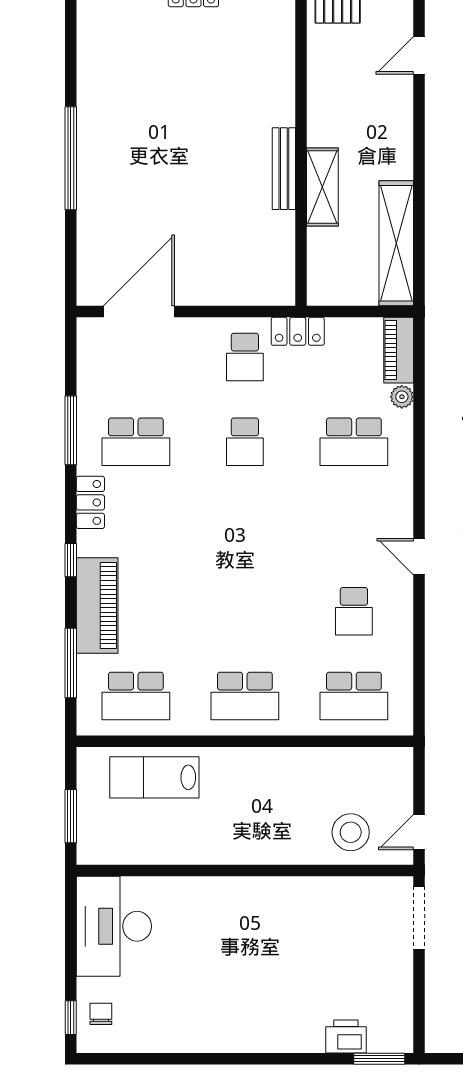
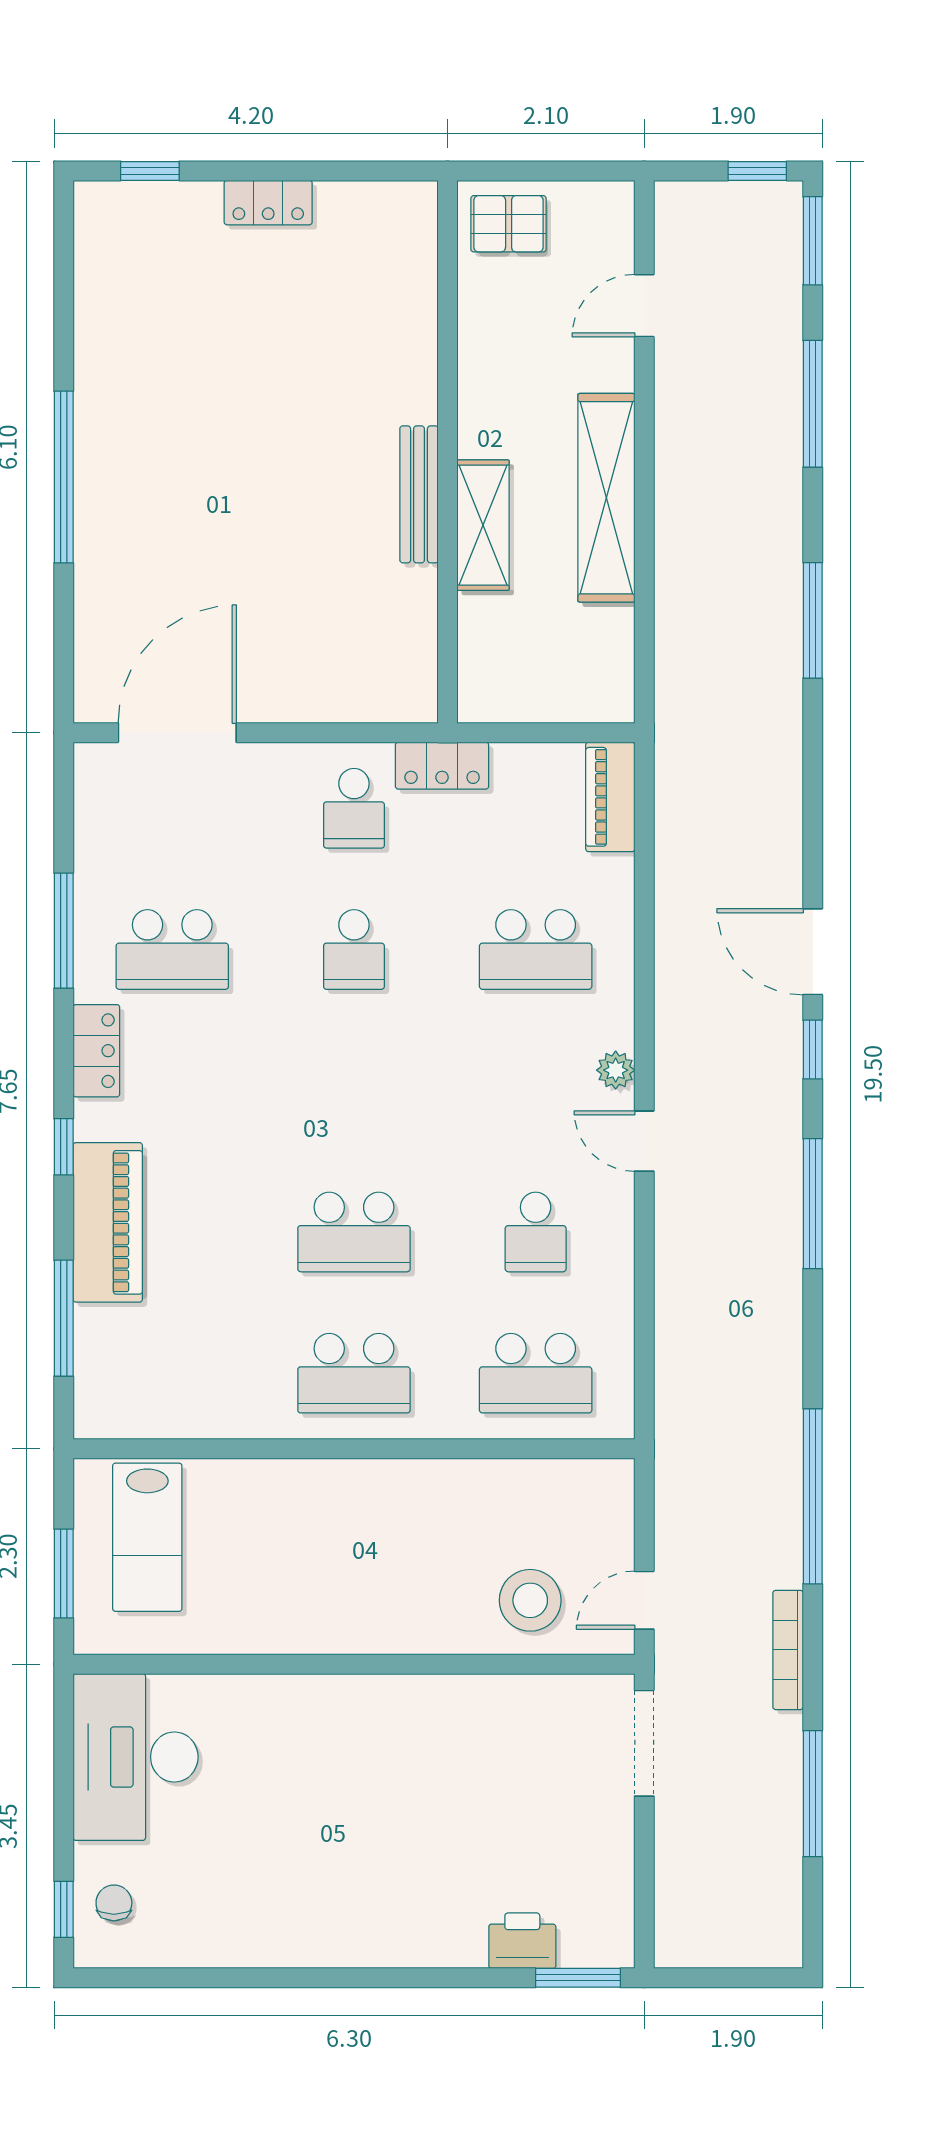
shelving: (396, 243) -> (606, 498), moved
plant: (402, 397) -> (616, 1070), moved
school desk: (136, 696) -> (354, 1232), moved
lab bench: (154, 777) -> (147, 1537), moved, turned -90

